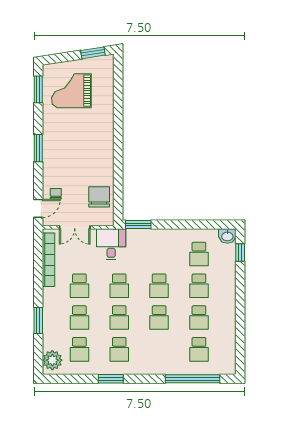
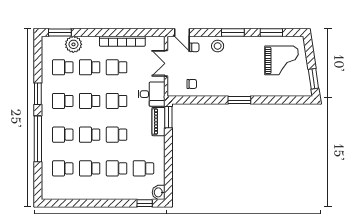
window: (38, 89) -> (271, 32), moved
grand piano: (71, 91) -> (281, 60), turned 90
window: (118, 140) -> (239, 100), added
stool: (54, 166) -> (218, 46), added
chair: (99, 197) -> (192, 84), width x0.54, depth x0.54
piano: (144, 236) -> (158, 122), added
bookcase: (49, 260) -> (122, 41), moved
window: (38, 320) -> (60, 32), moved
school desk: (159, 349) -> (63, 135), added
plant: (52, 360) -> (73, 44), moved
window: (192, 379) -> (38, 139), moved

